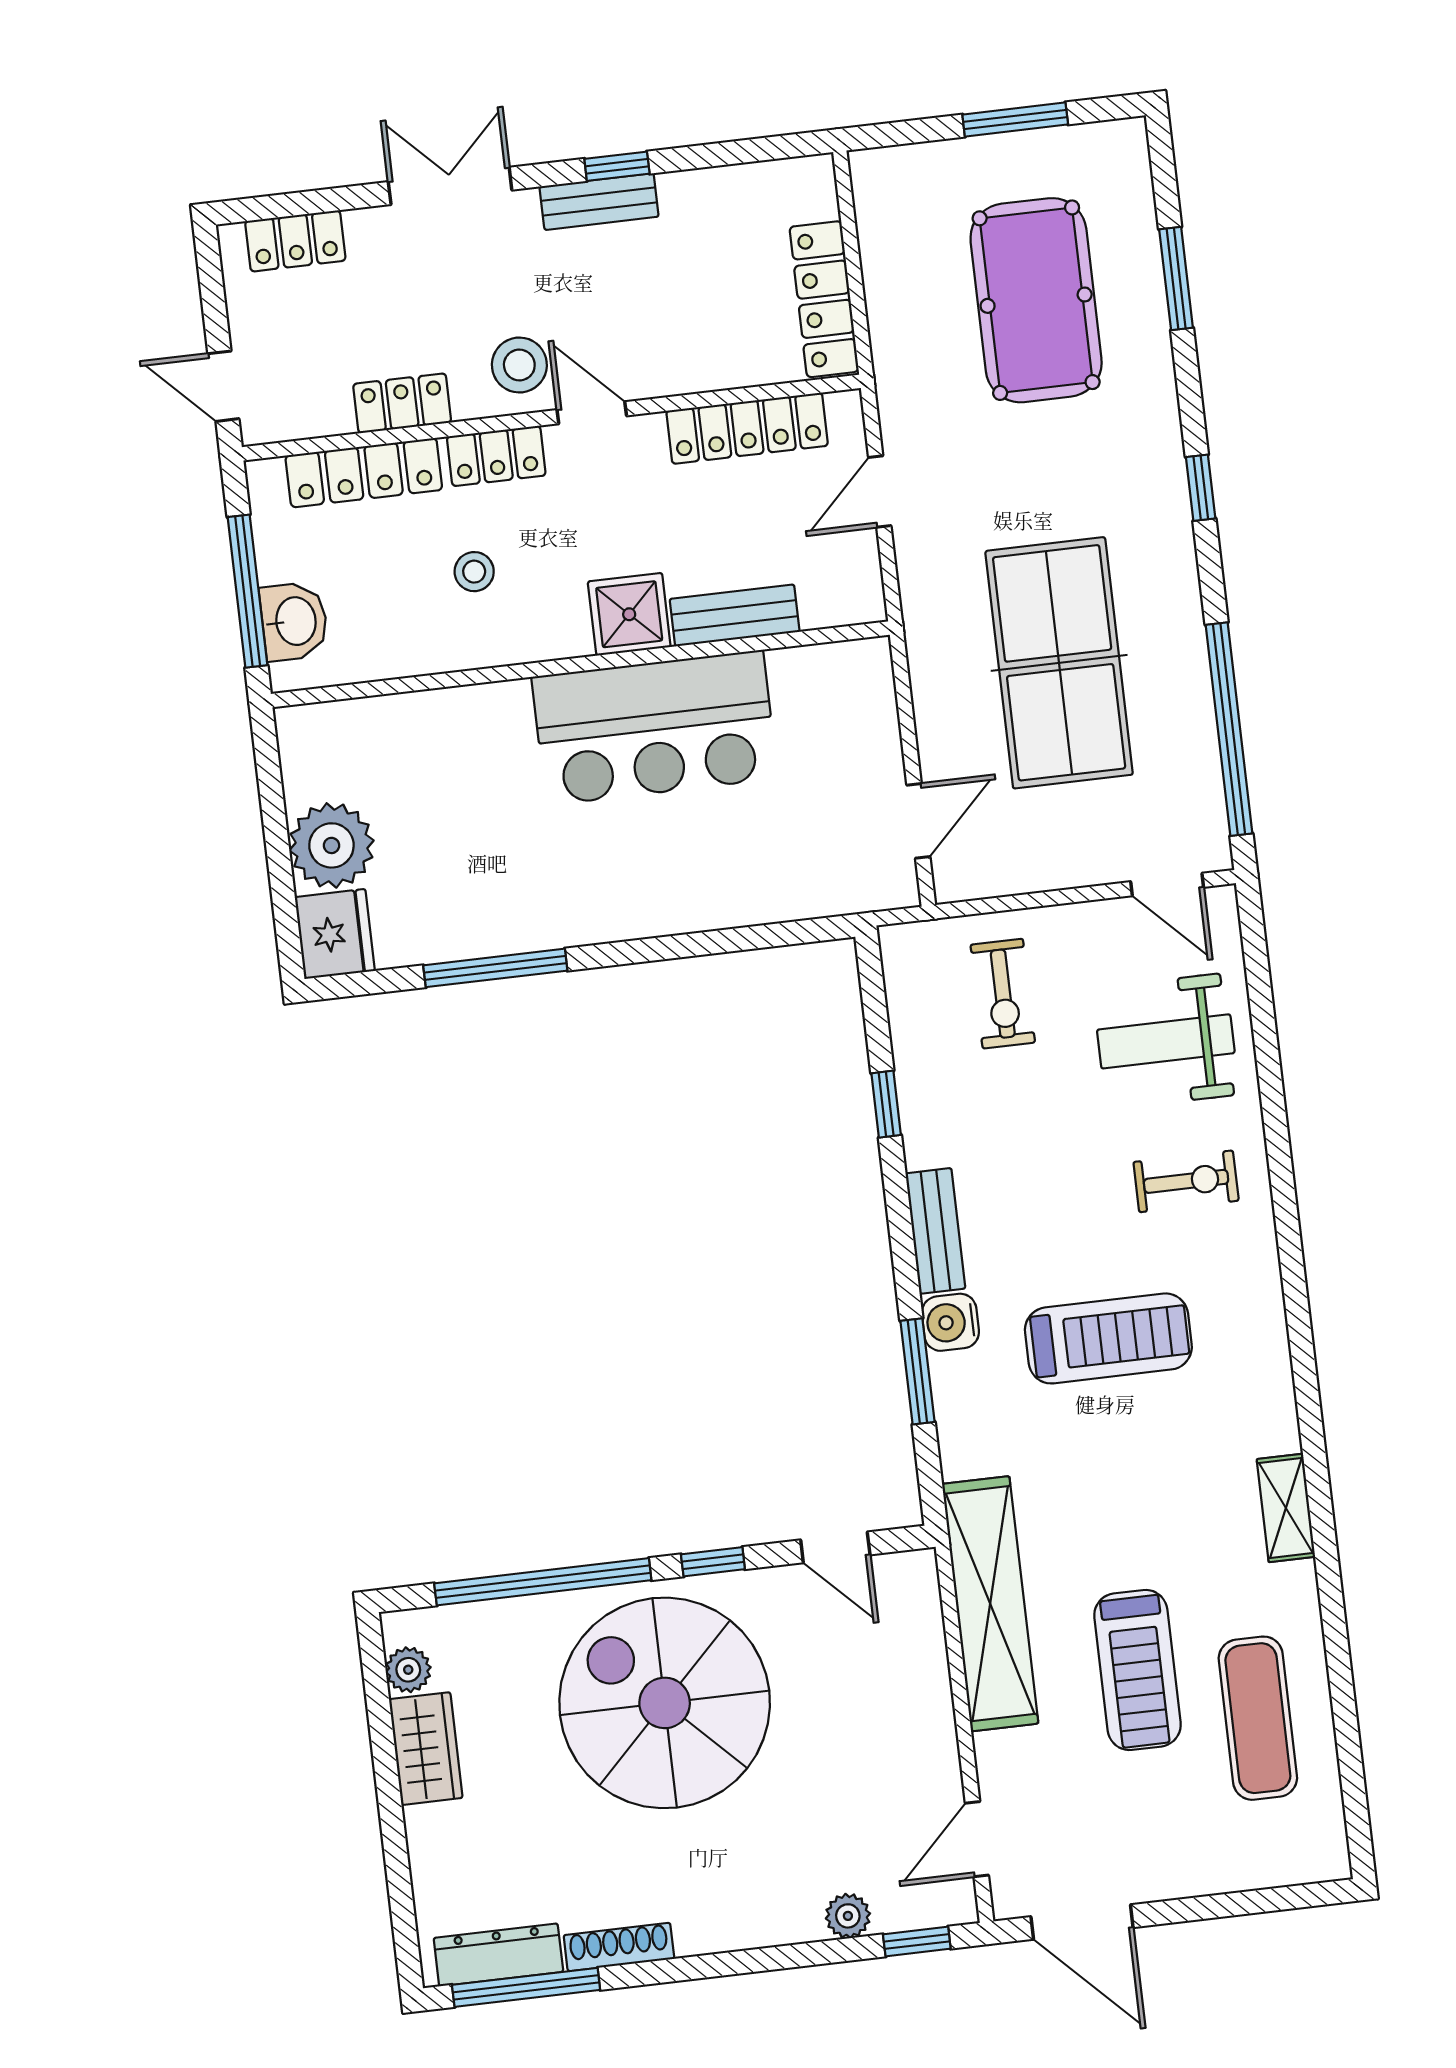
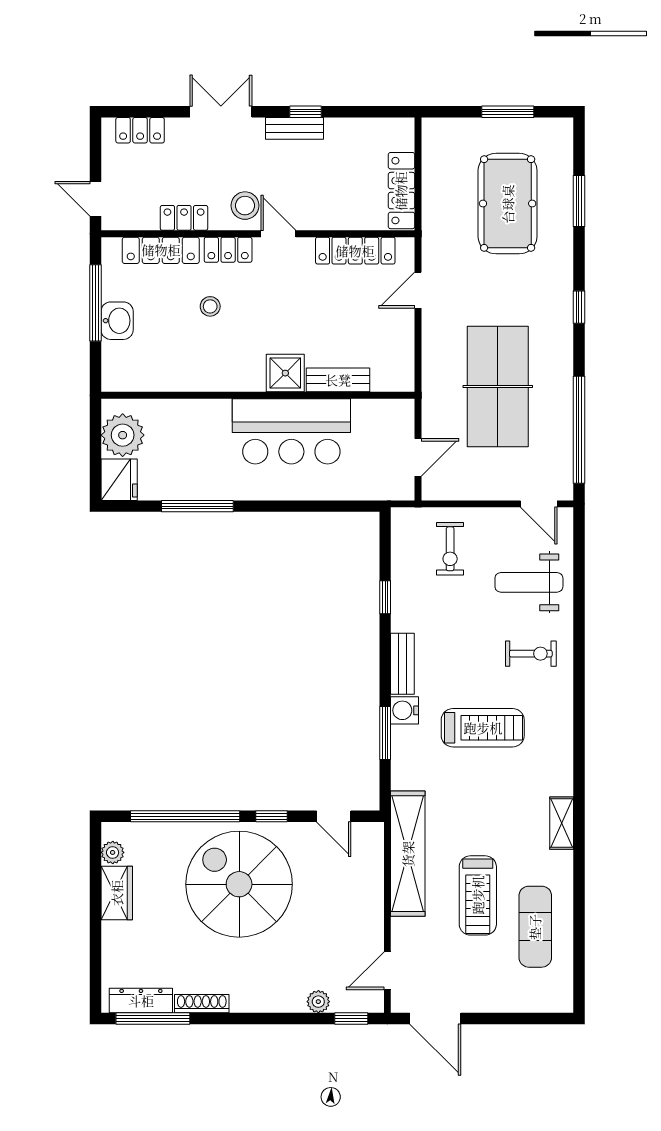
shower: (629, 614) -> (285, 373), moved
bench: (735, 615) -> (338, 380), moved
wall: (580, 664) -> (258, 395), moved
bar counter: (655, 728) -> (291, 431), moved

